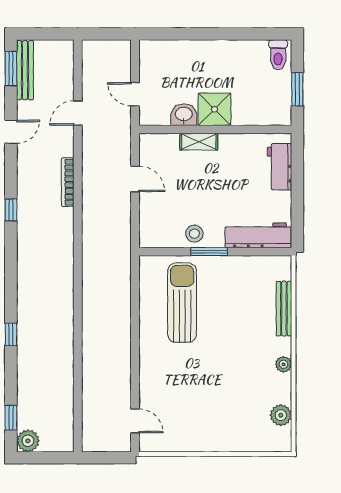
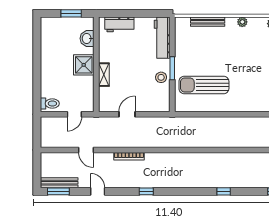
toilet: (278, 55) -> (50, 104), moved
washbasin: (184, 115) -> (87, 38), moved

